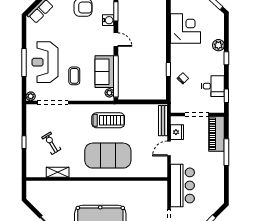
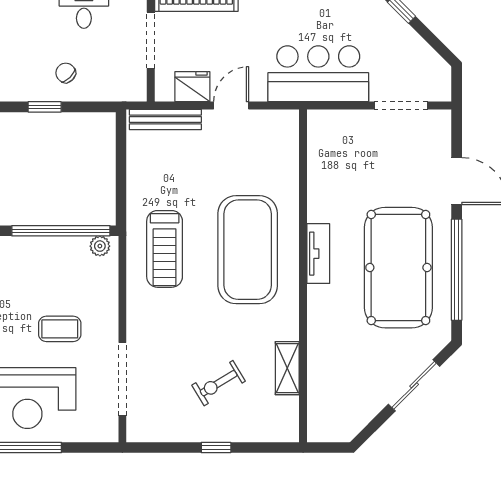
sofa: (104, 72) -> (50, 258), removed
plant: (31, 96) -> (108, 432), removed
treadmill: (108, 120) -> (165, 249), turned 180
door: (169, 149) -> (231, 106), swing flipped
tv unit: (106, 185) -> (318, 254), added

